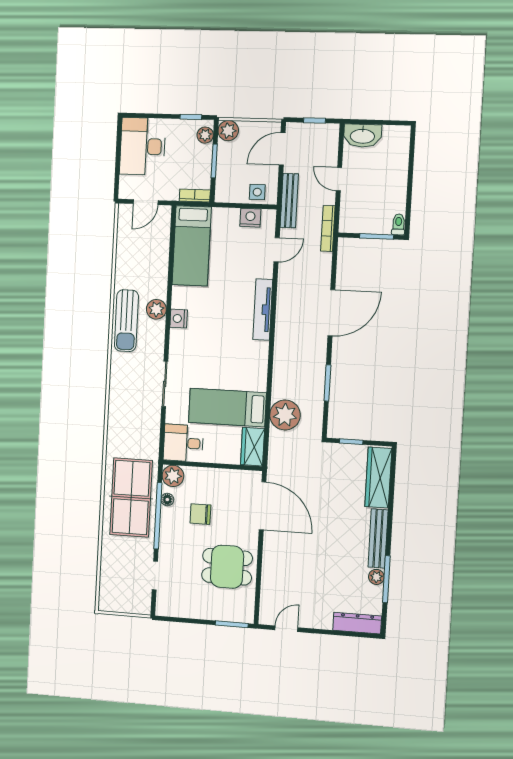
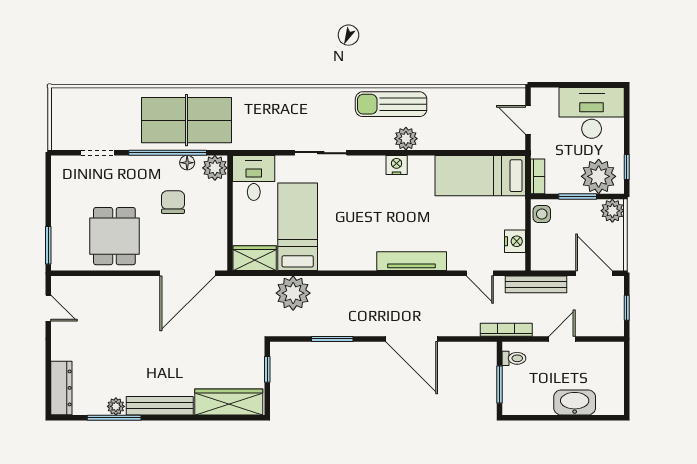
plant: (205, 135) -> (599, 176), width x1.87, depth x1.87
washbasin: (362, 136) -> (575, 402), moved, turned 90
side table: (257, 192) -> (542, 214), moved
toilet: (398, 224) -> (514, 358), moved

